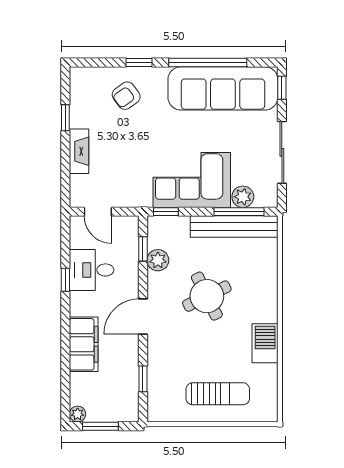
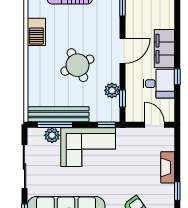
filing cabinet: (84, 344) -> (164, 49), moved

